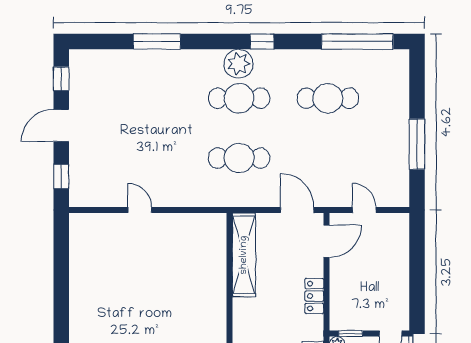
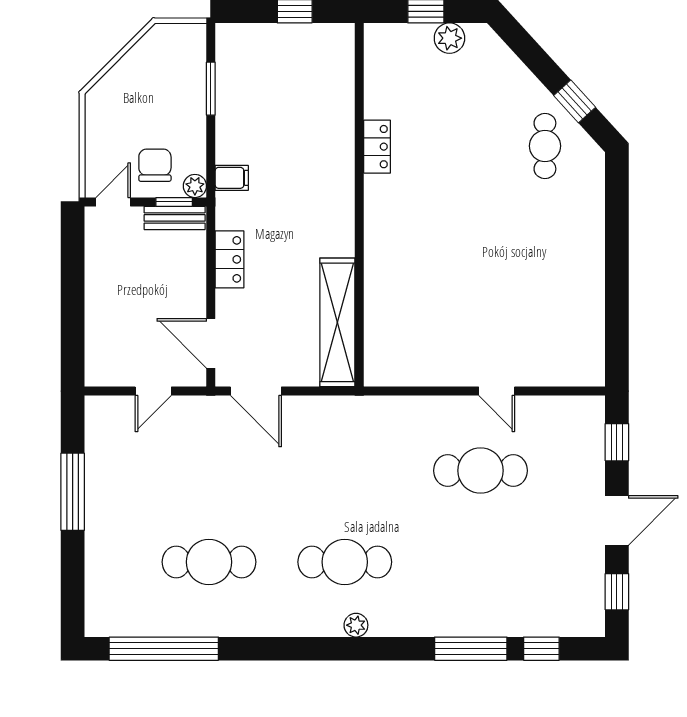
window: (262, 42) -> (541, 649), moved
plant: (239, 64) -> (356, 625), width x0.53, depth x0.53
cafe table: (239, 158) -> (481, 471), moved
door: (364, 210) -> (153, 391), hinge flipped
door: (327, 241) -> (211, 343), hinge flipped
bench: (350, 323) -> (175, 218), added

